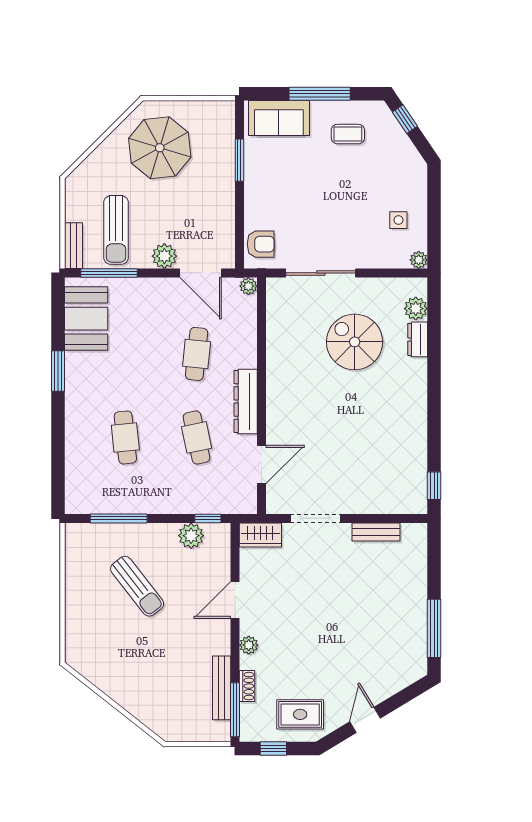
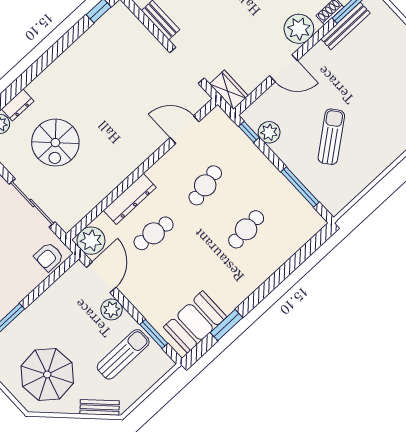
armchair: (261, 244) -> (49, 257), turned -90
bench: (74, 246) -> (100, 407), moved, turned 45
window: (109, 273) -> (154, 334), width x0.69
plant: (248, 286) -> (91, 241), width x1.88, depth x1.88
window: (58, 371) -> (226, 325), moved
dresser: (246, 402) -> (130, 199), moved
plant: (249, 645) -> (299, 29), width x1.88, depth x1.88

